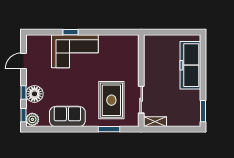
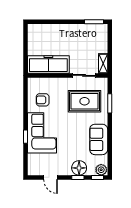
armchair: (113, 52) -> (43, 100), added
freezer: (190, 65) -> (48, 64), moved, turned 180

